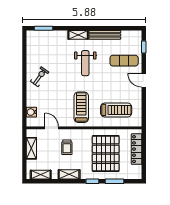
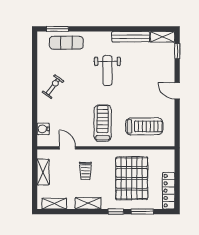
shelving: (78, 35) -> (163, 37), moved
exercise mat: (124, 61) -> (66, 43), moved
locker: (137, 149) -> (169, 191), moved

